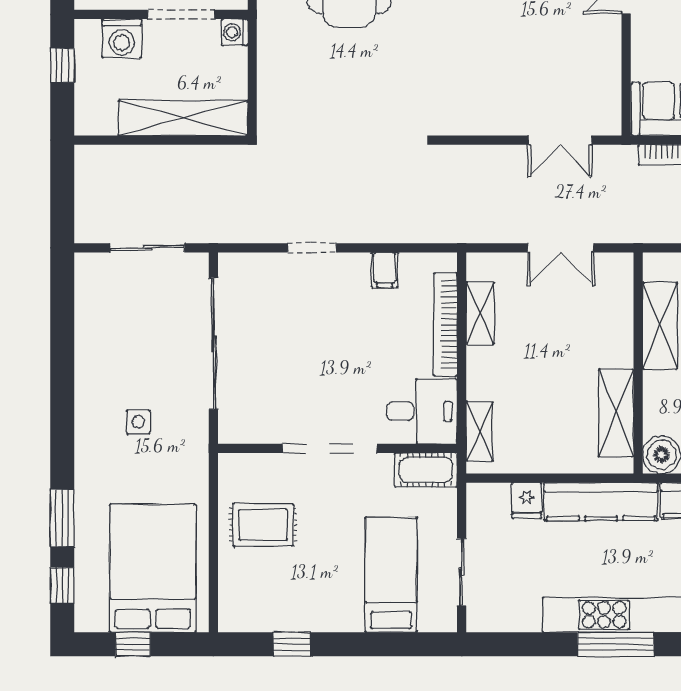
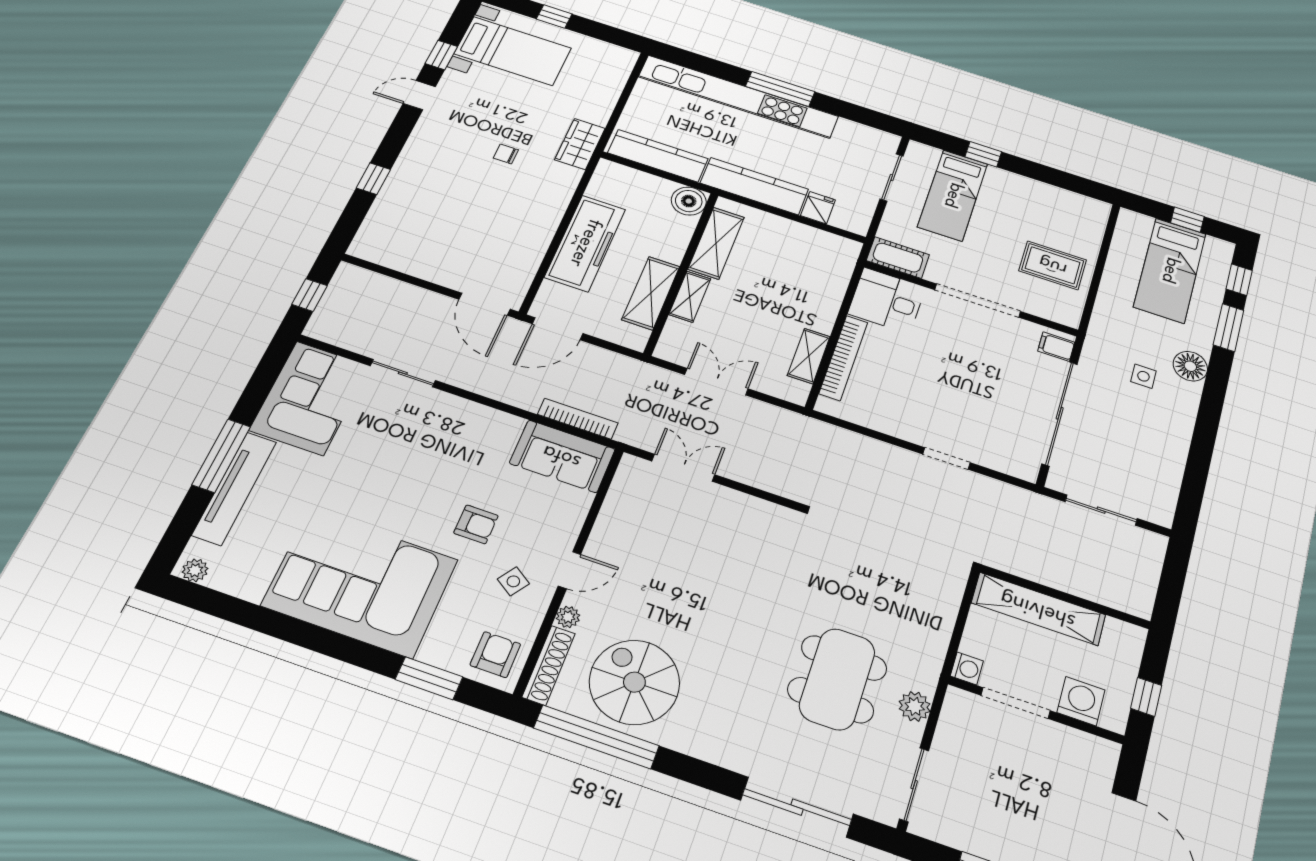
filing cabinet: (385, 270) -> (1056, 347), moved, turned -90
shelving: (480, 431) -> (690, 297), moved
floor lamp: (93, 453) -> (1190, 366), added
bed: (153, 568) -> (1170, 270), width x0.67
window: (292, 644) -> (983, 154), moved

